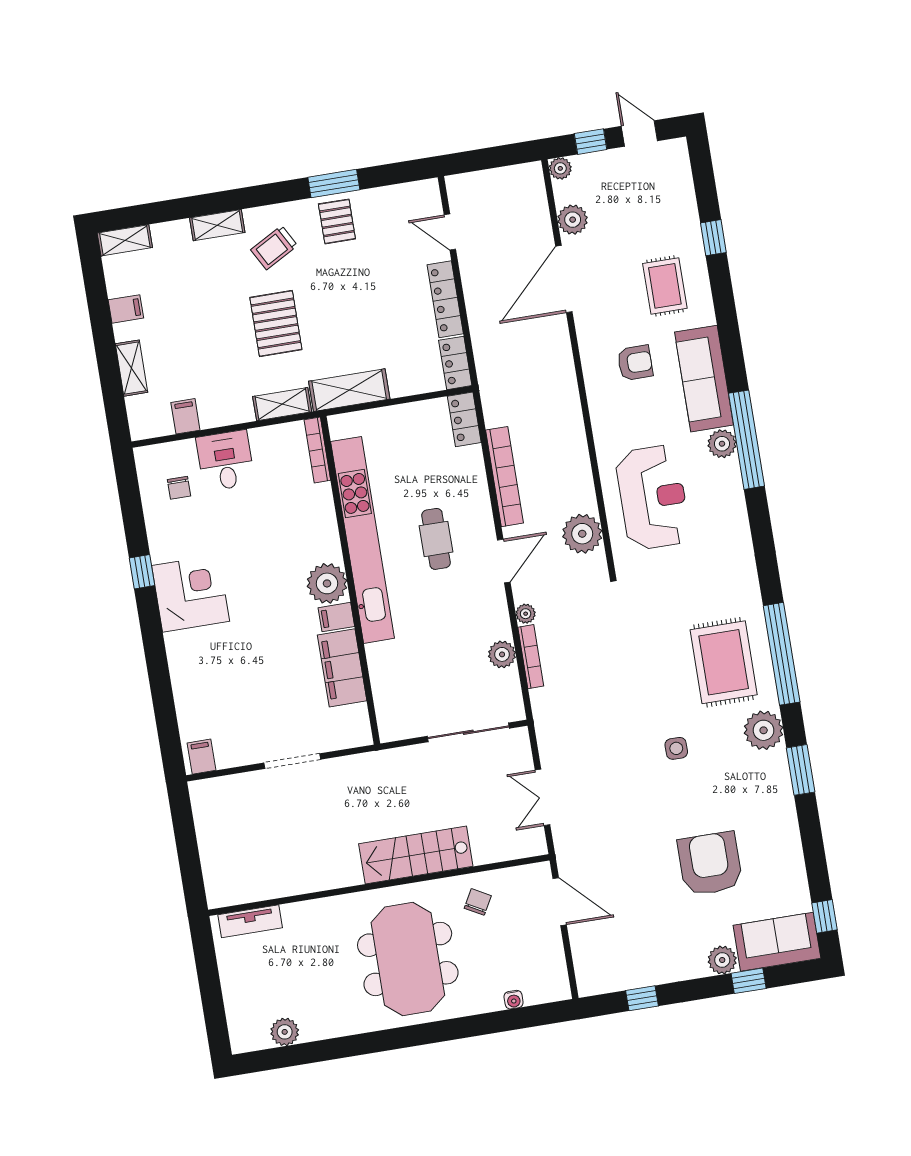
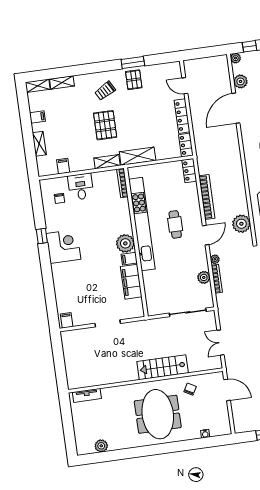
shelving: (217, 225) -> (62, 82), moved

